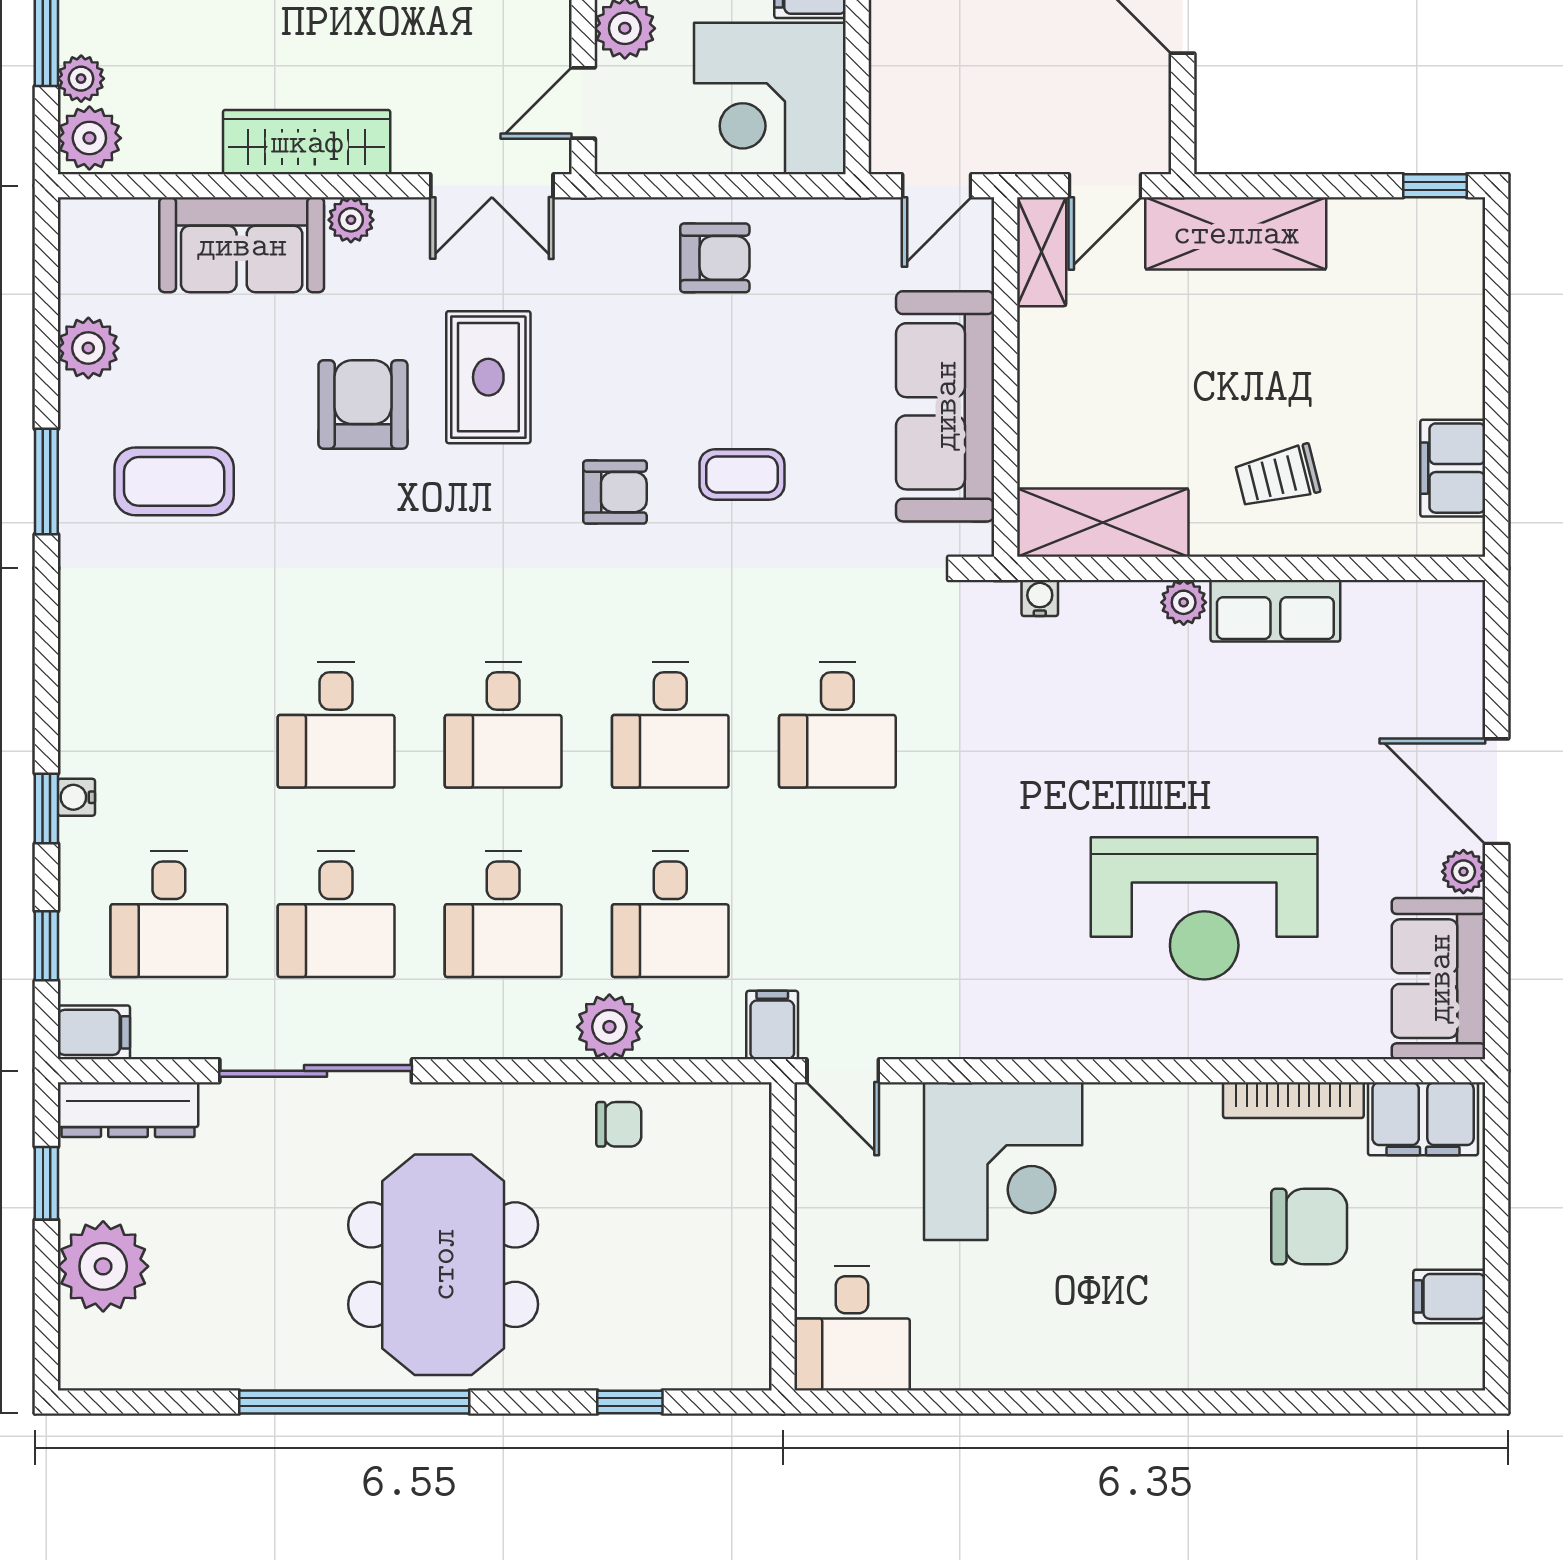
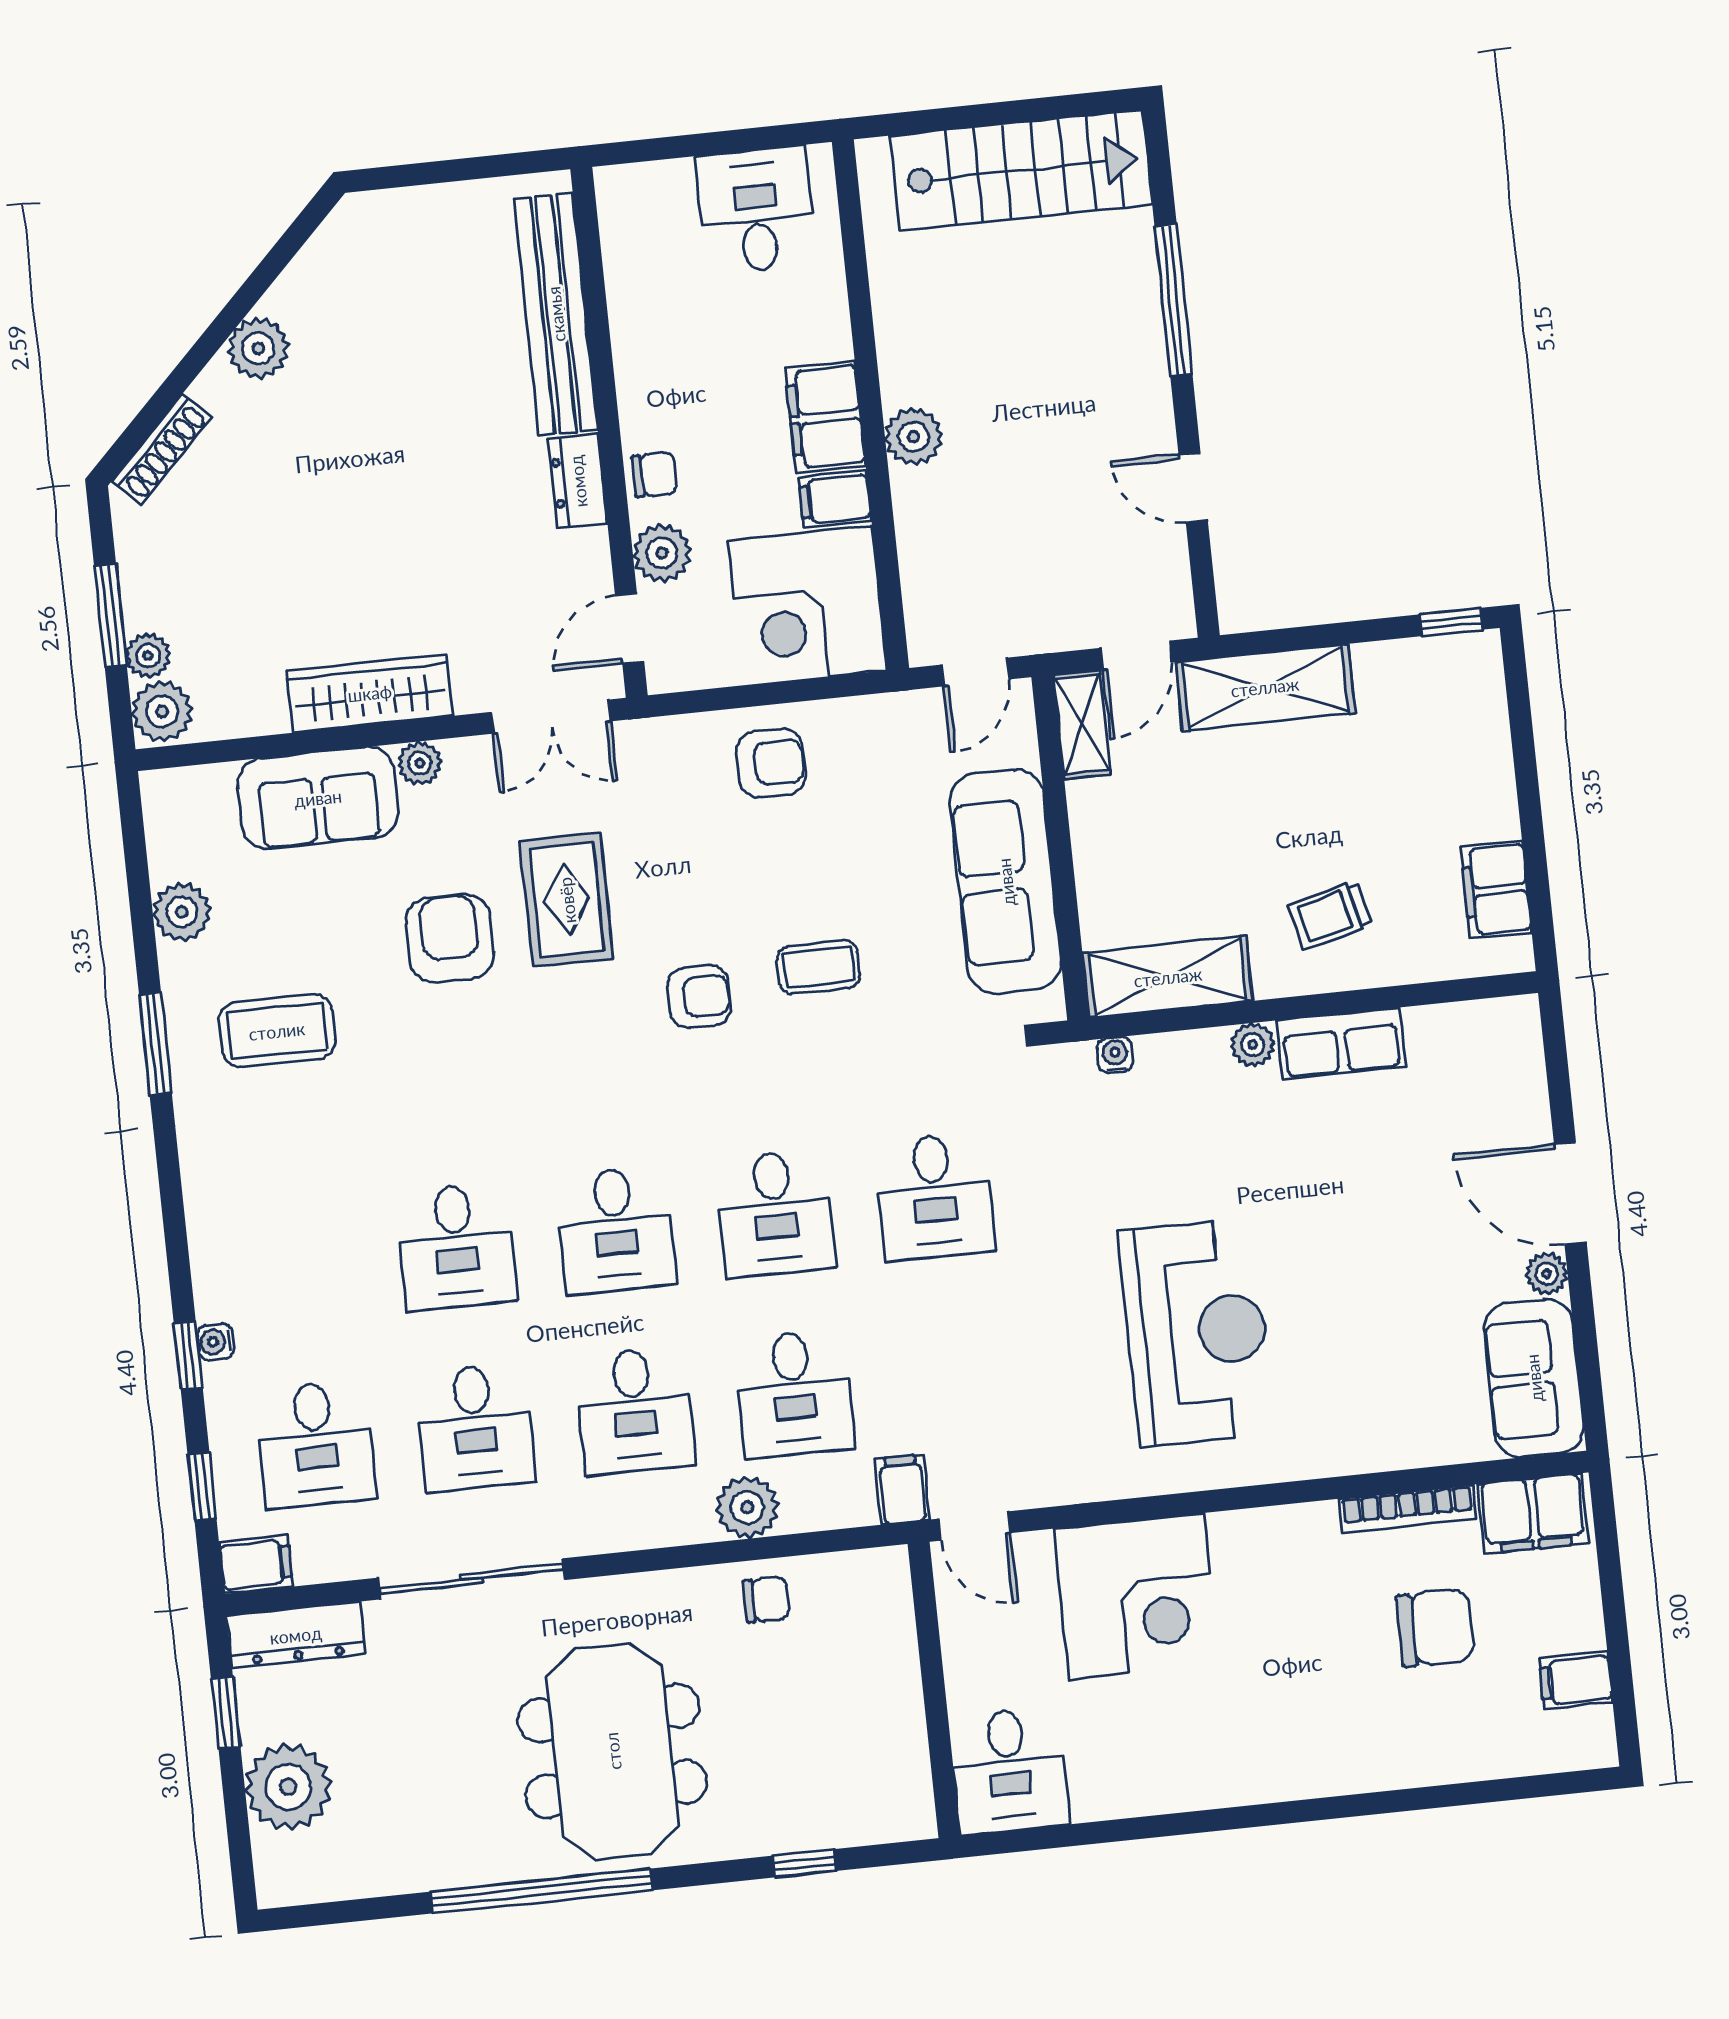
reception desk: (1204, 908) -> (1196, 1332), moved, turned -90

